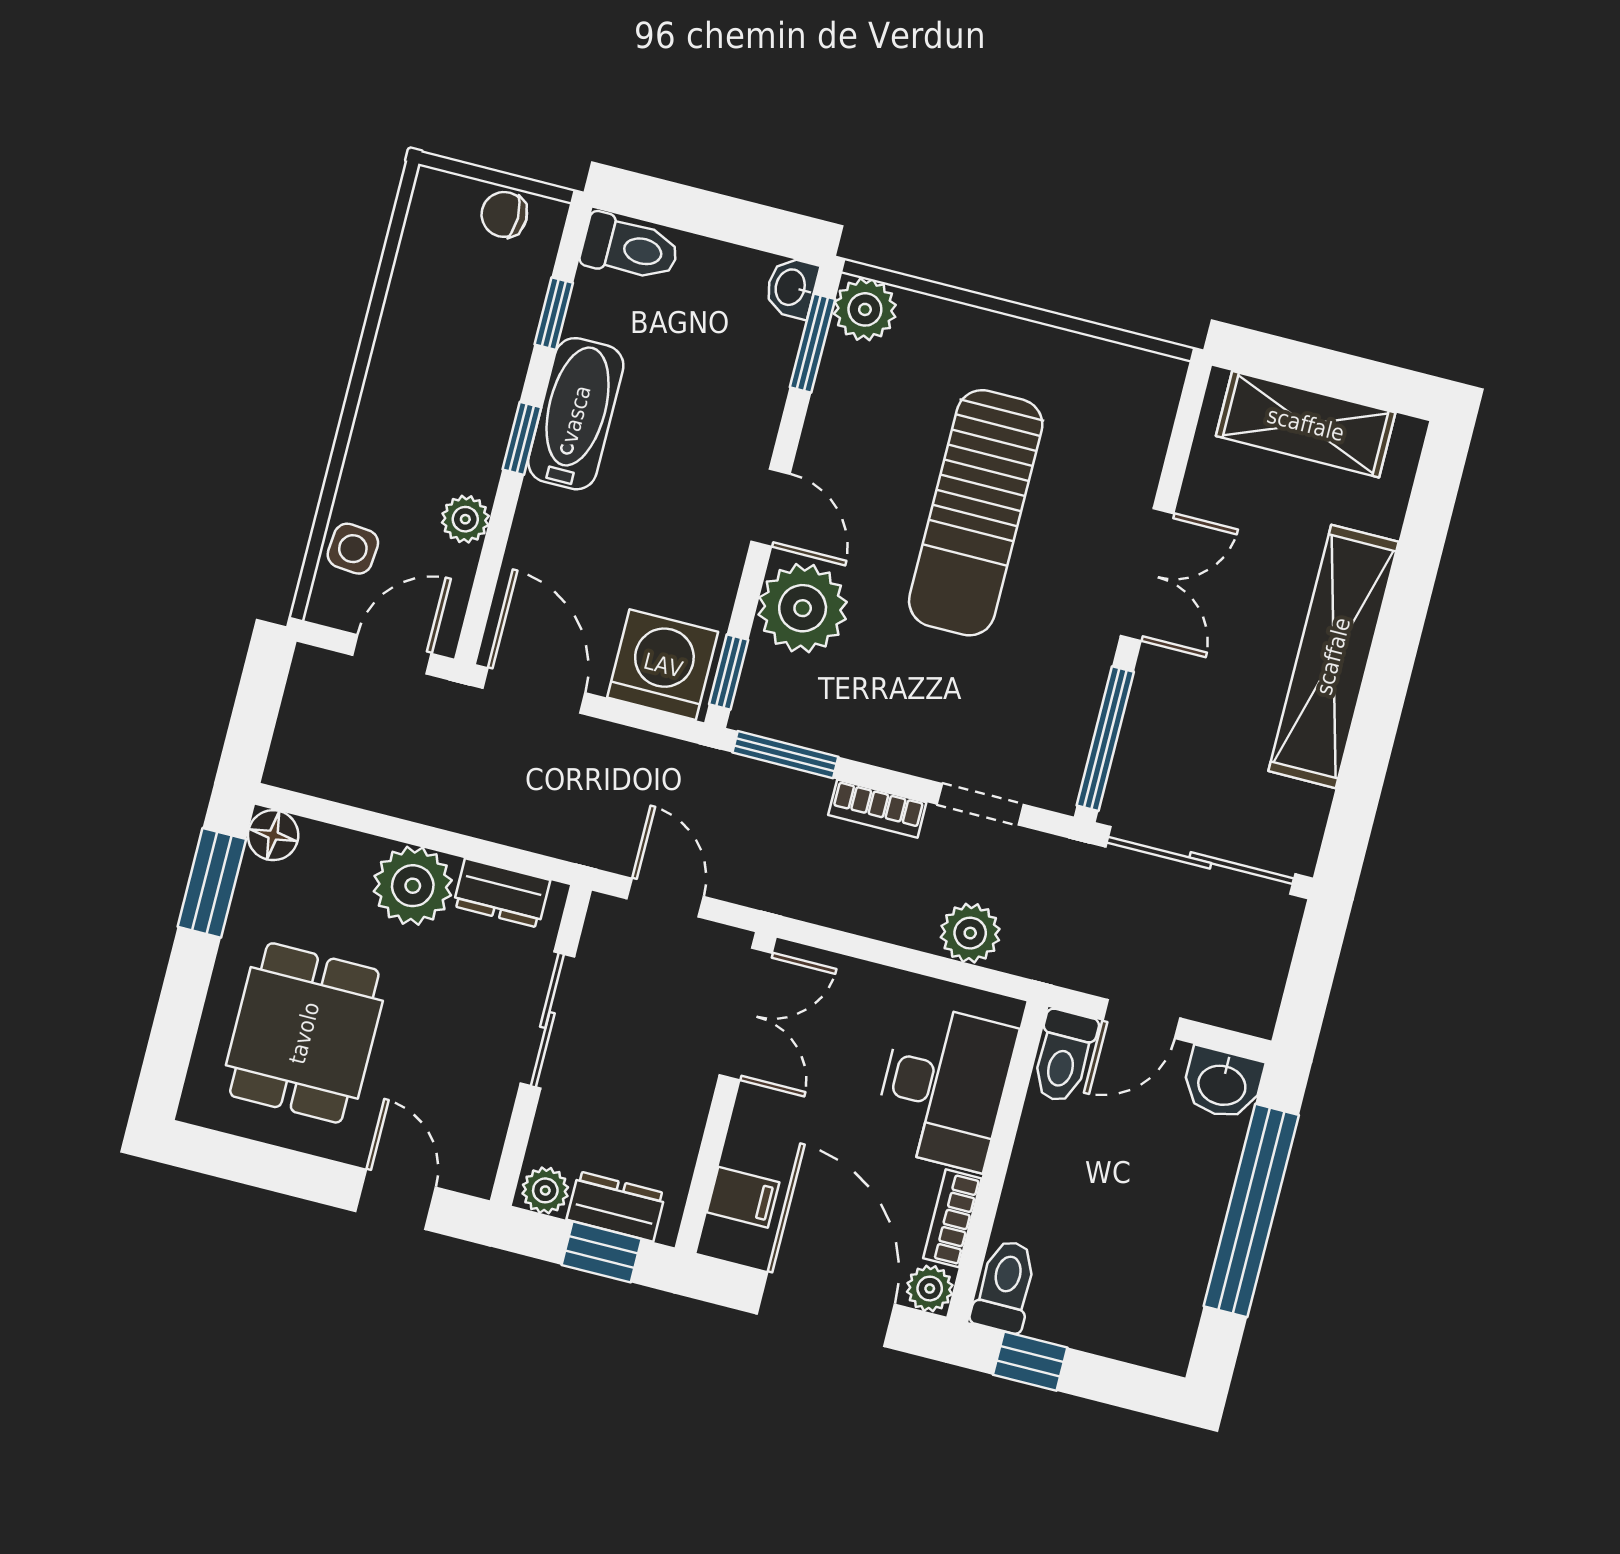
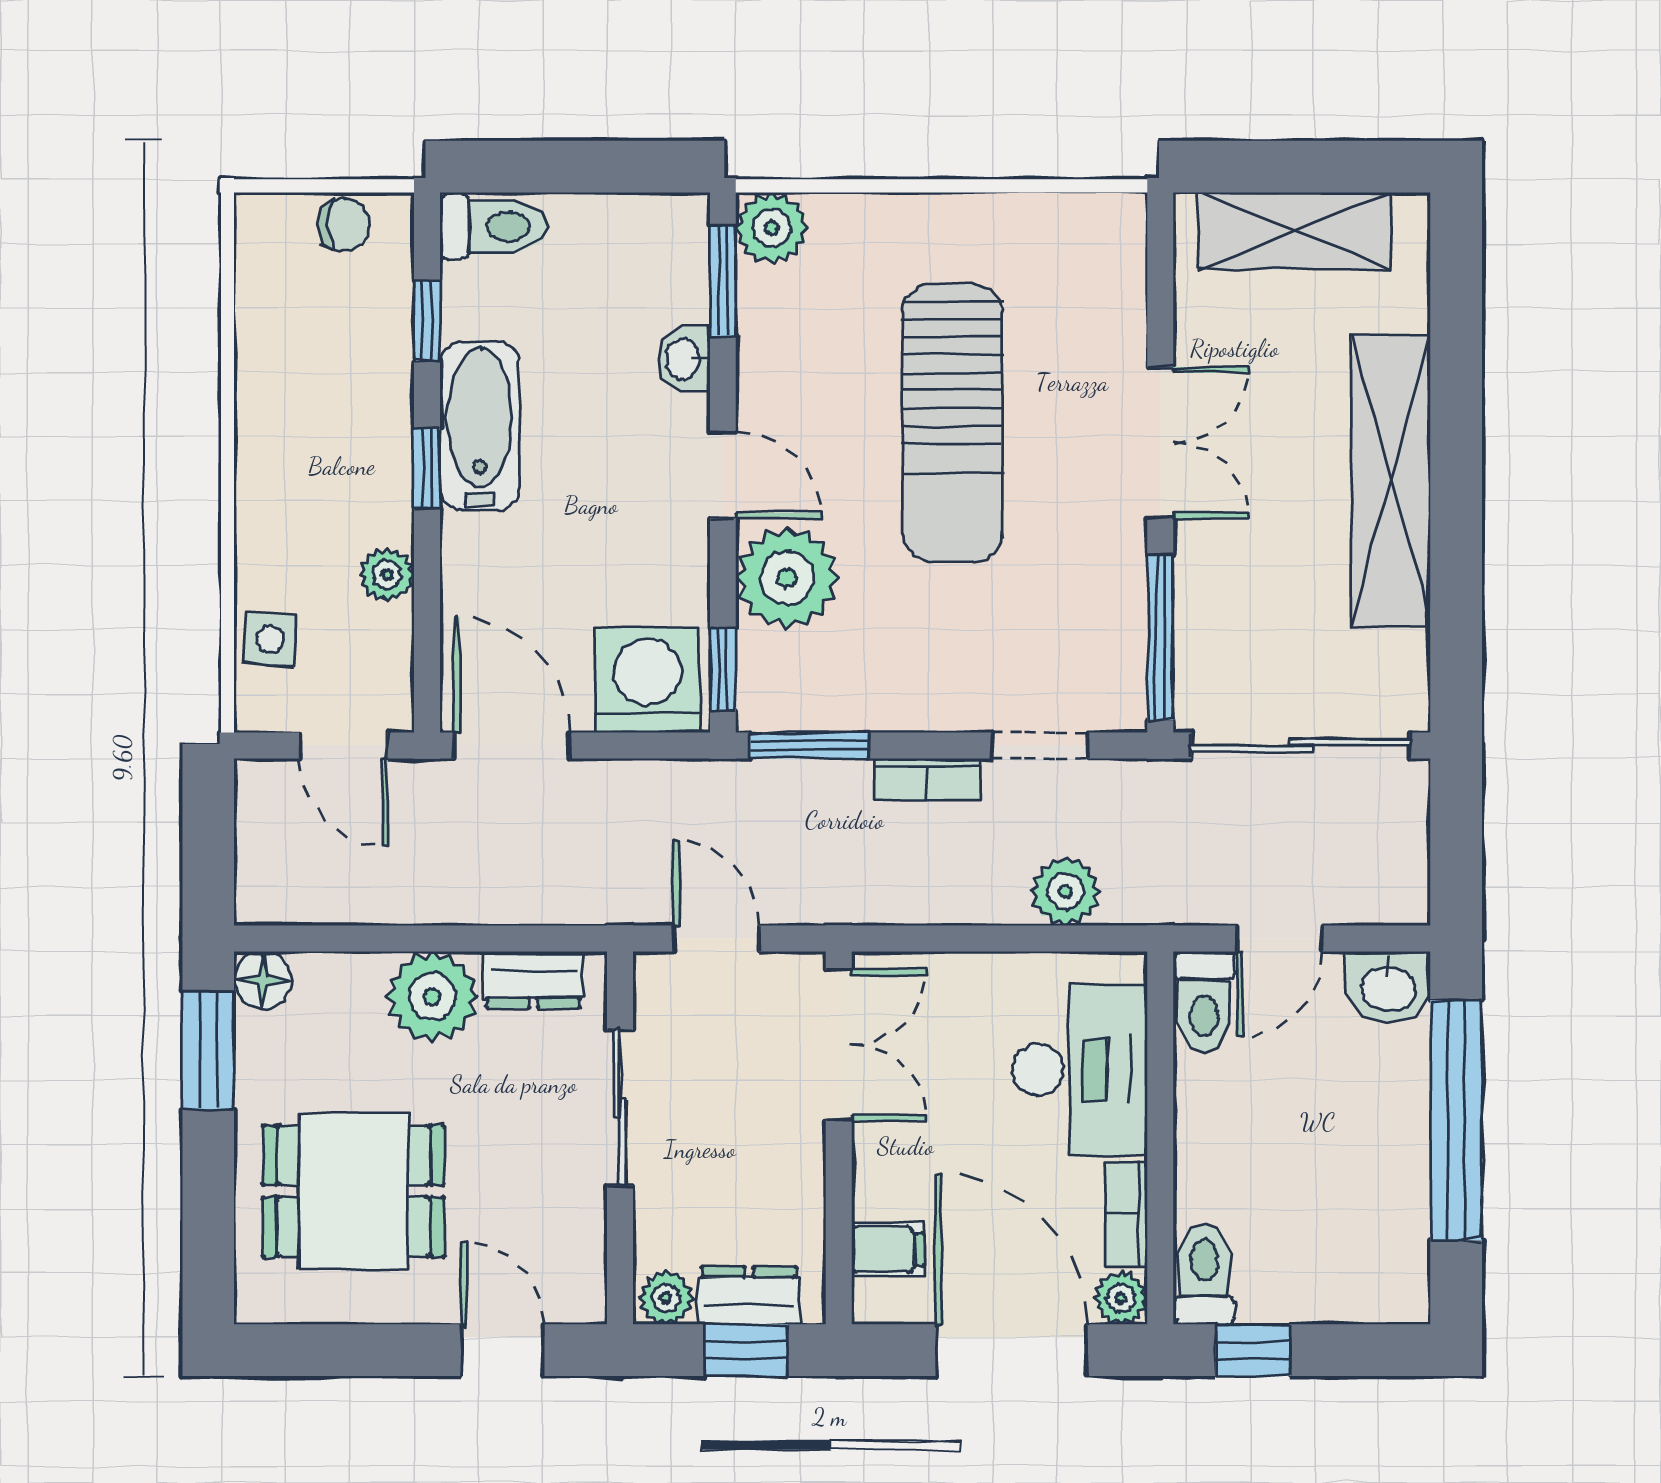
chair: (504, 214) -> (344, 225), turned 180
washbasin: (792, 288) -> (684, 359), moved
door: (392, 654) -> (344, 745), swing flipped
dining table: (304, 1033) -> (354, 1191), turned 90

